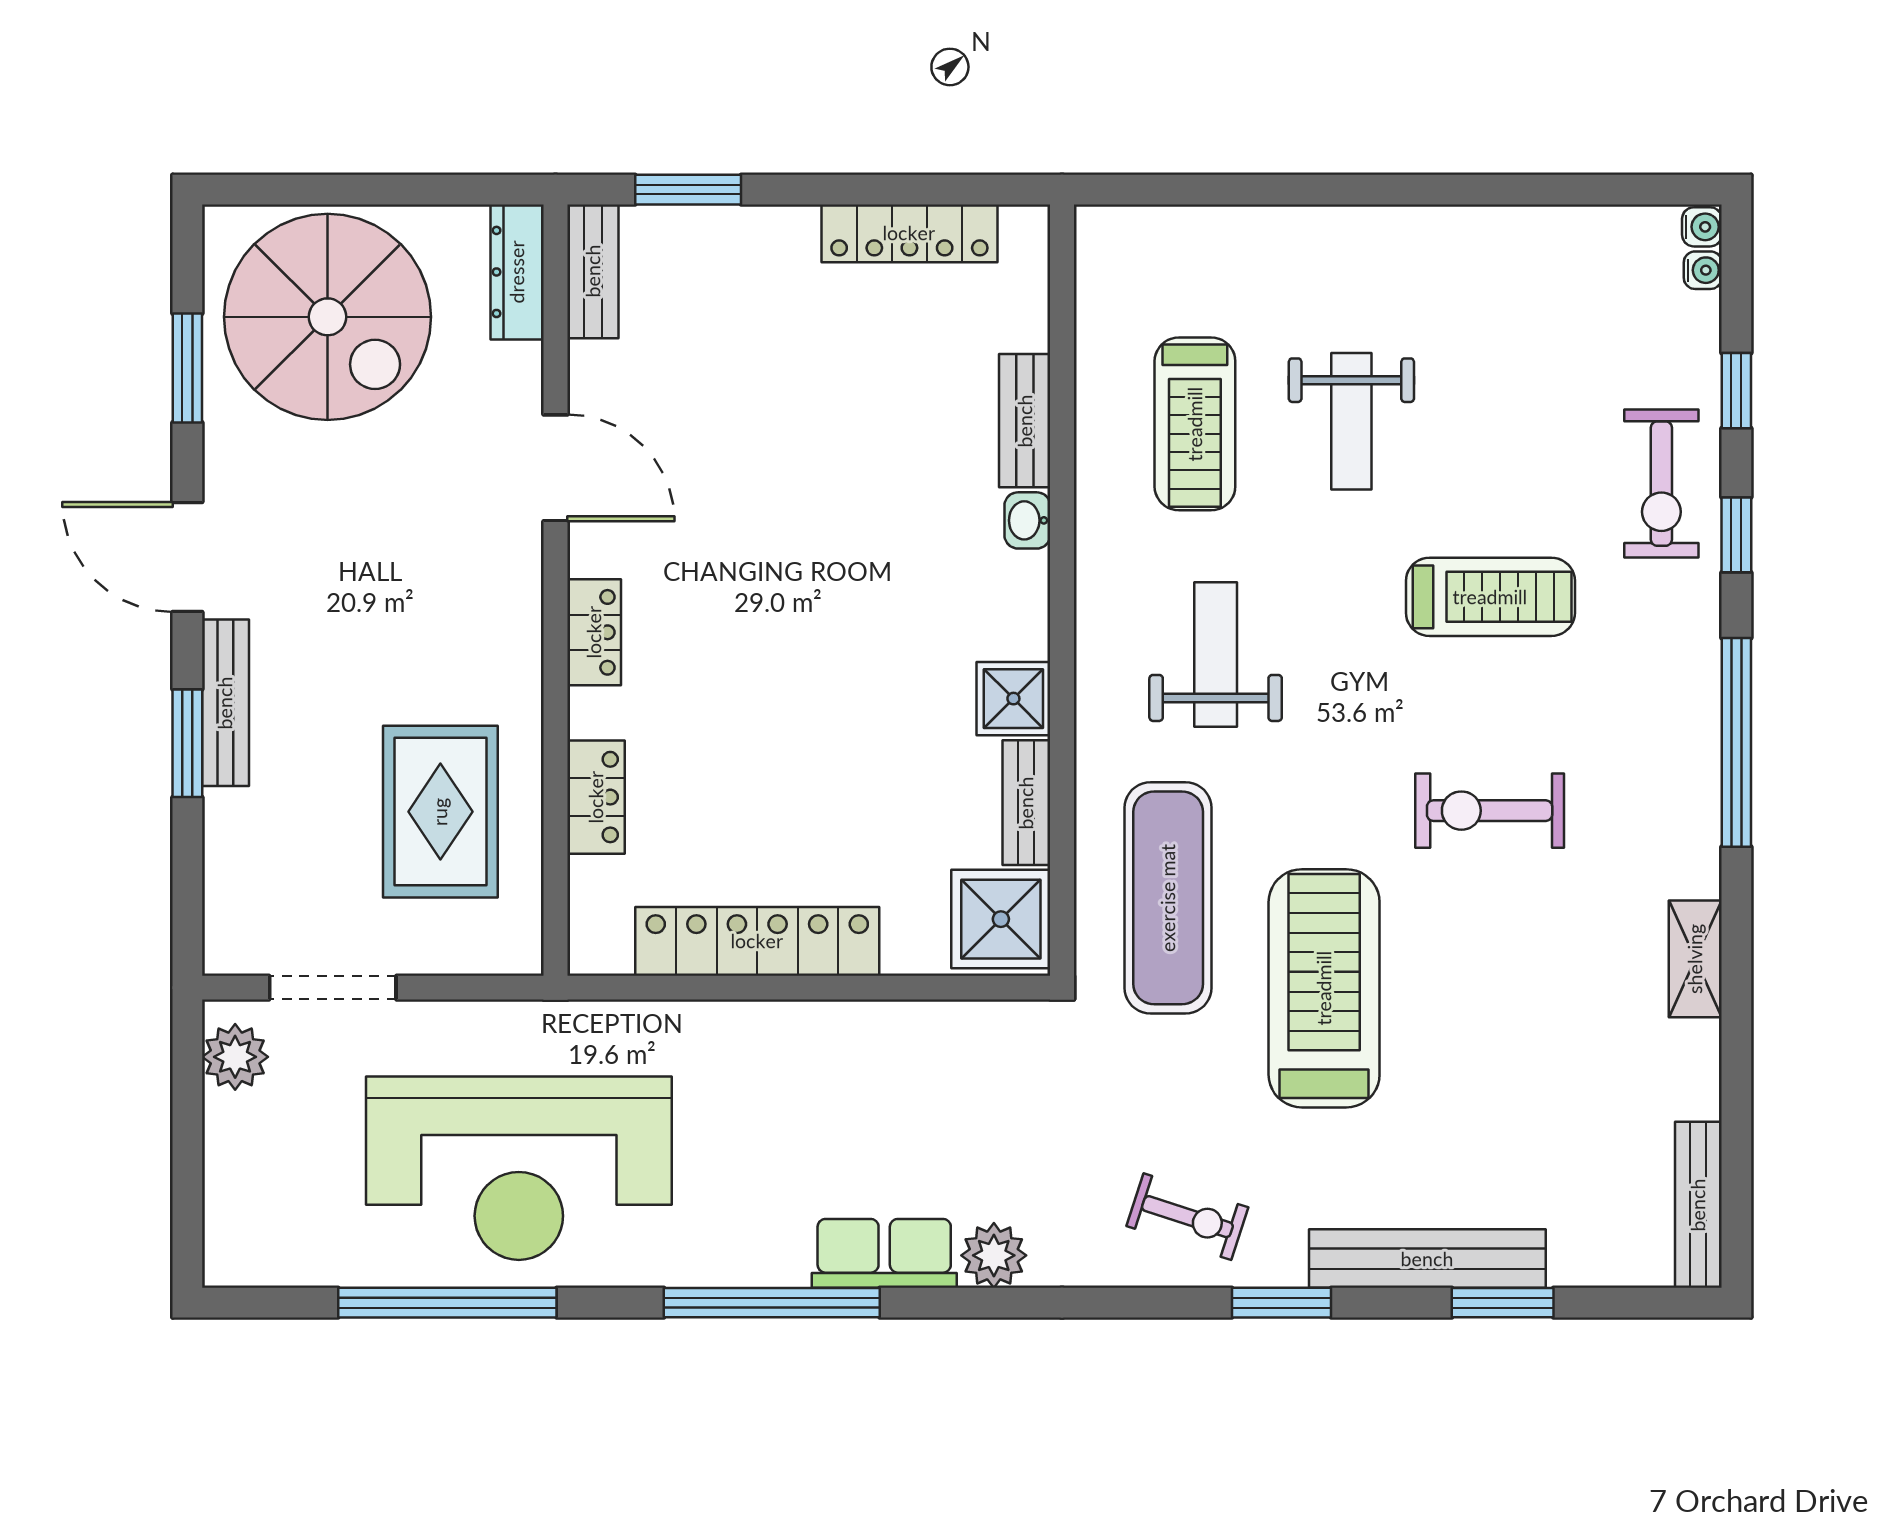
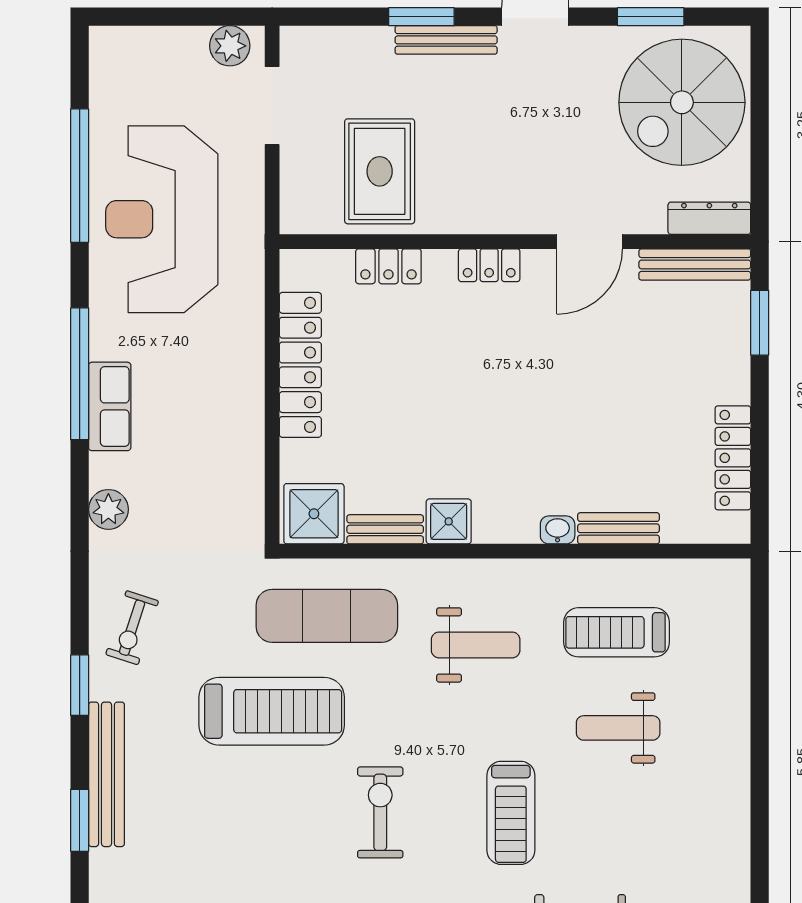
bench: (593, 271) -> (695, 264), width x1.36
rug: (440, 812) -> (380, 171), turned 90
row of seats: (884, 1253) -> (110, 406), moved

